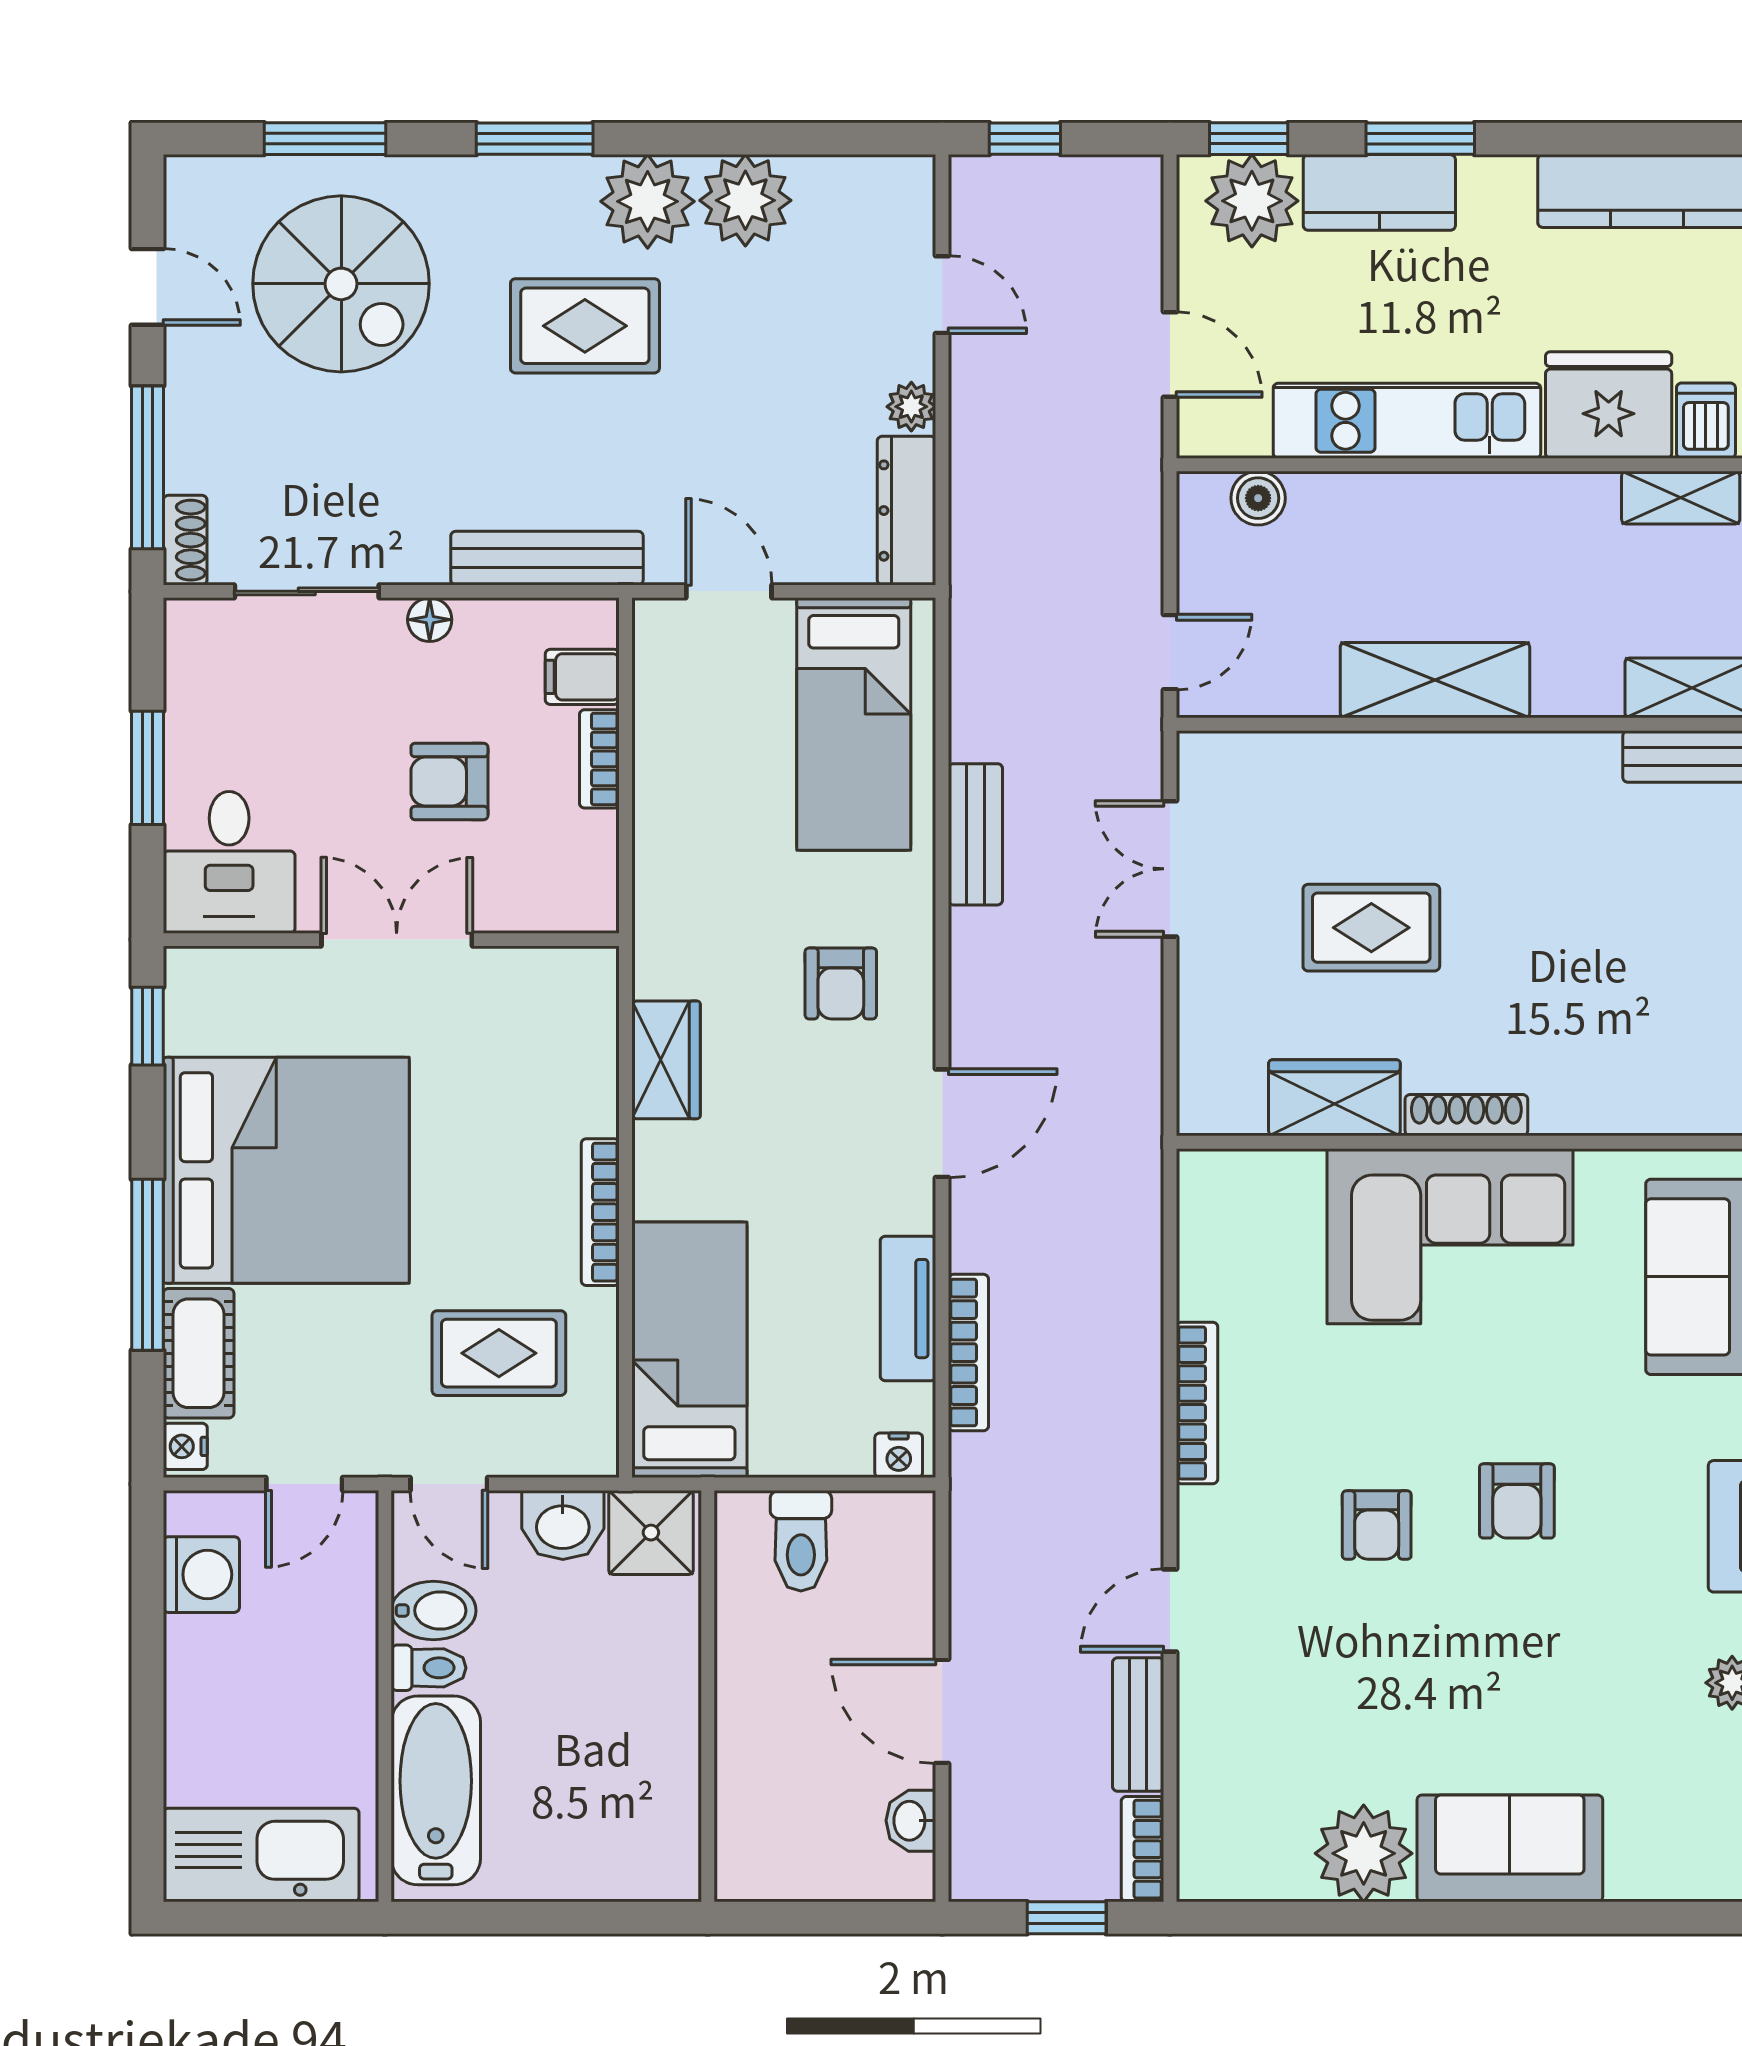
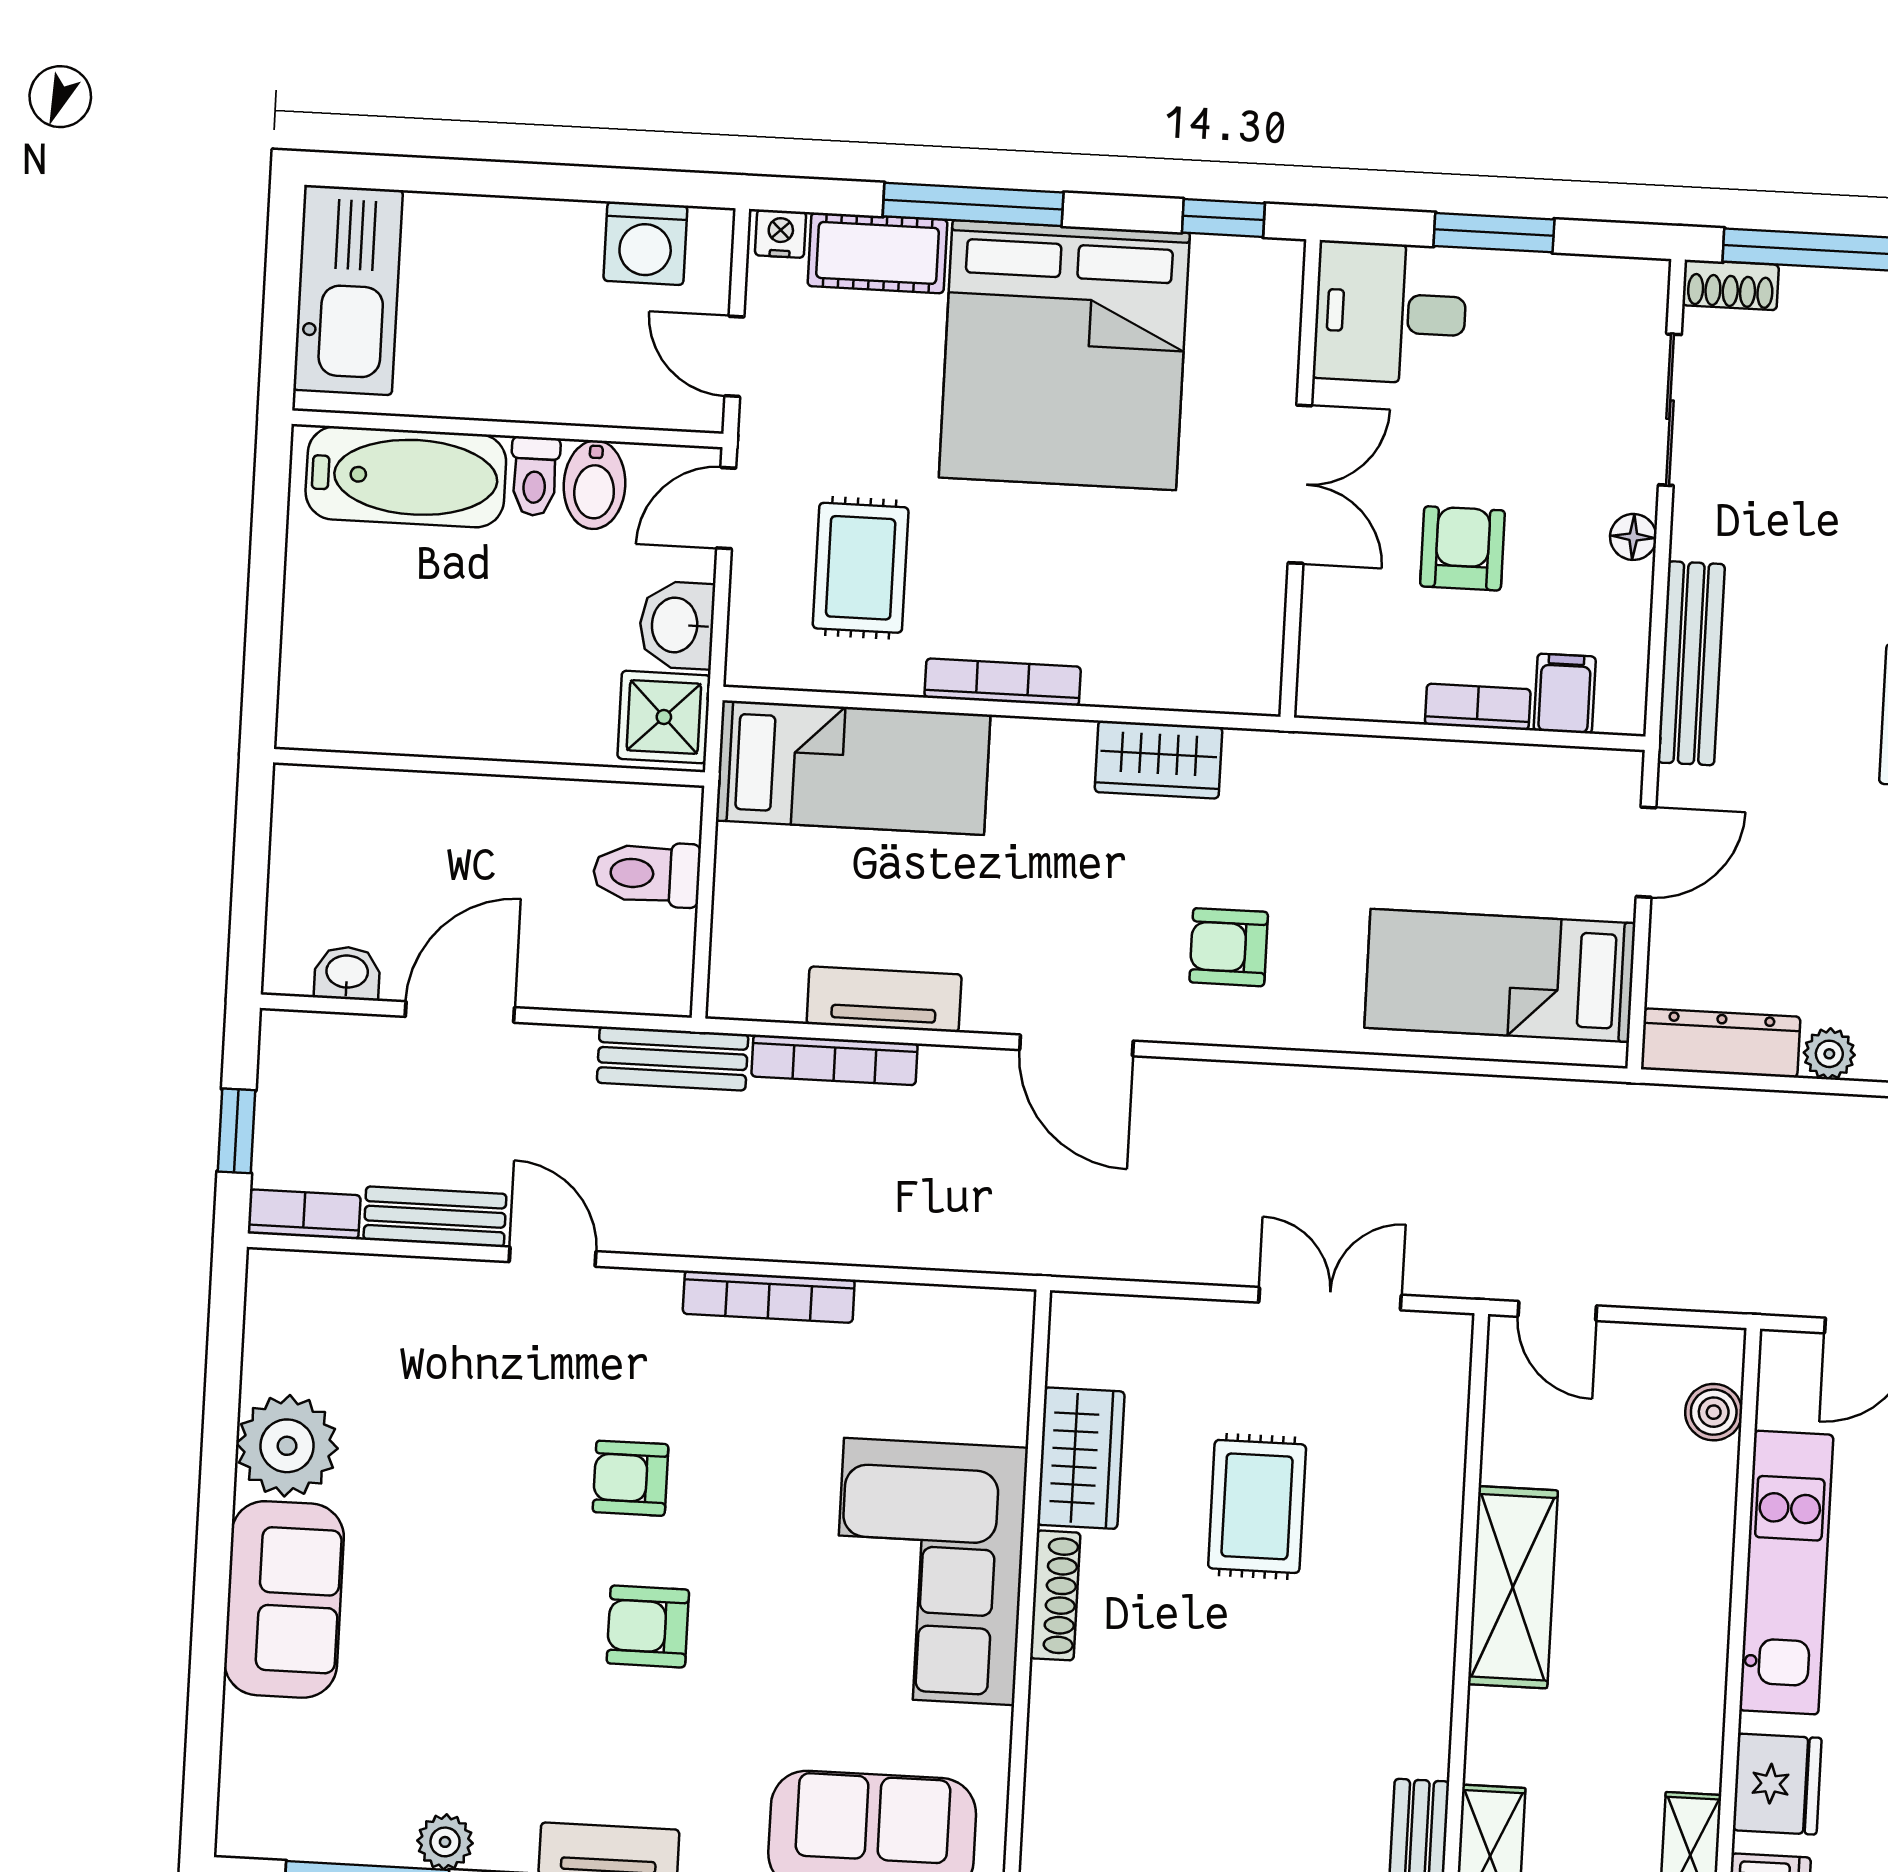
fridge: (1609, 405) -> (1777, 1784), width x0.73, depth x0.75
bench: (975, 834) -> (673, 1059), moved
nightstand: (899, 1455) -> (731, 981), removed

